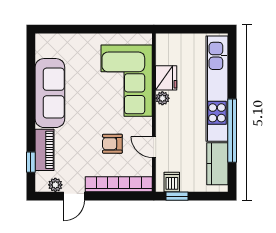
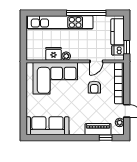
sofa: (50, 93) -> (47, 126), moved
kitchen counter: (217, 164) -> (118, 32), moved, turned 90

